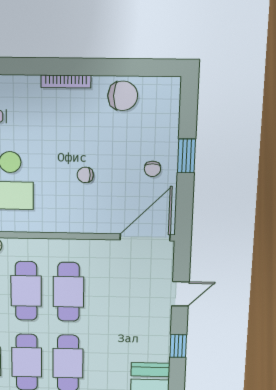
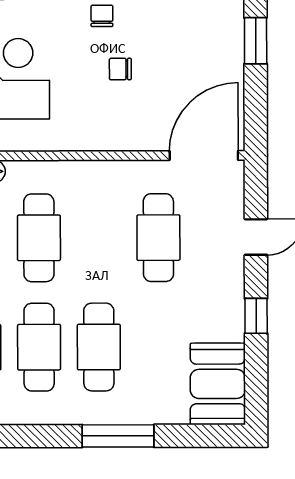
chair: (152, 169) -> (102, 16), moved, turned 180
cafe table: (68, 292) -> (158, 238), moved

